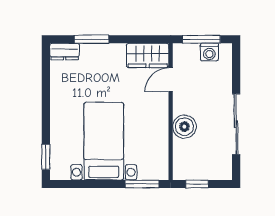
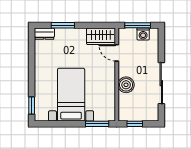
door: (171, 80) -> (117, 53), hinge flipped

